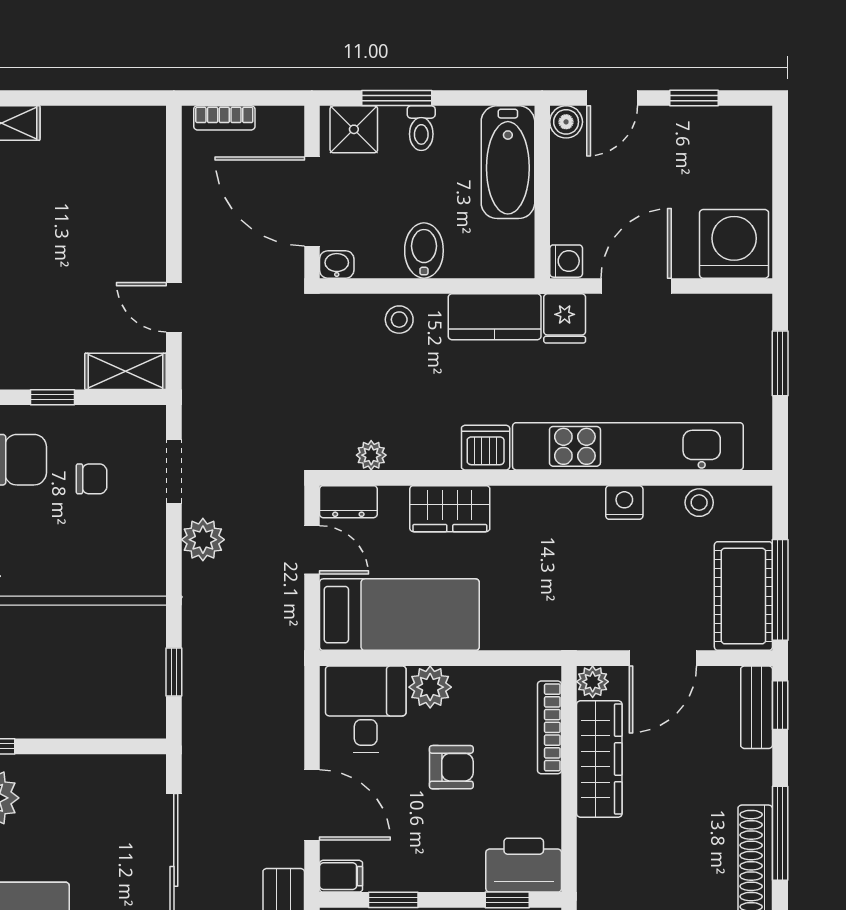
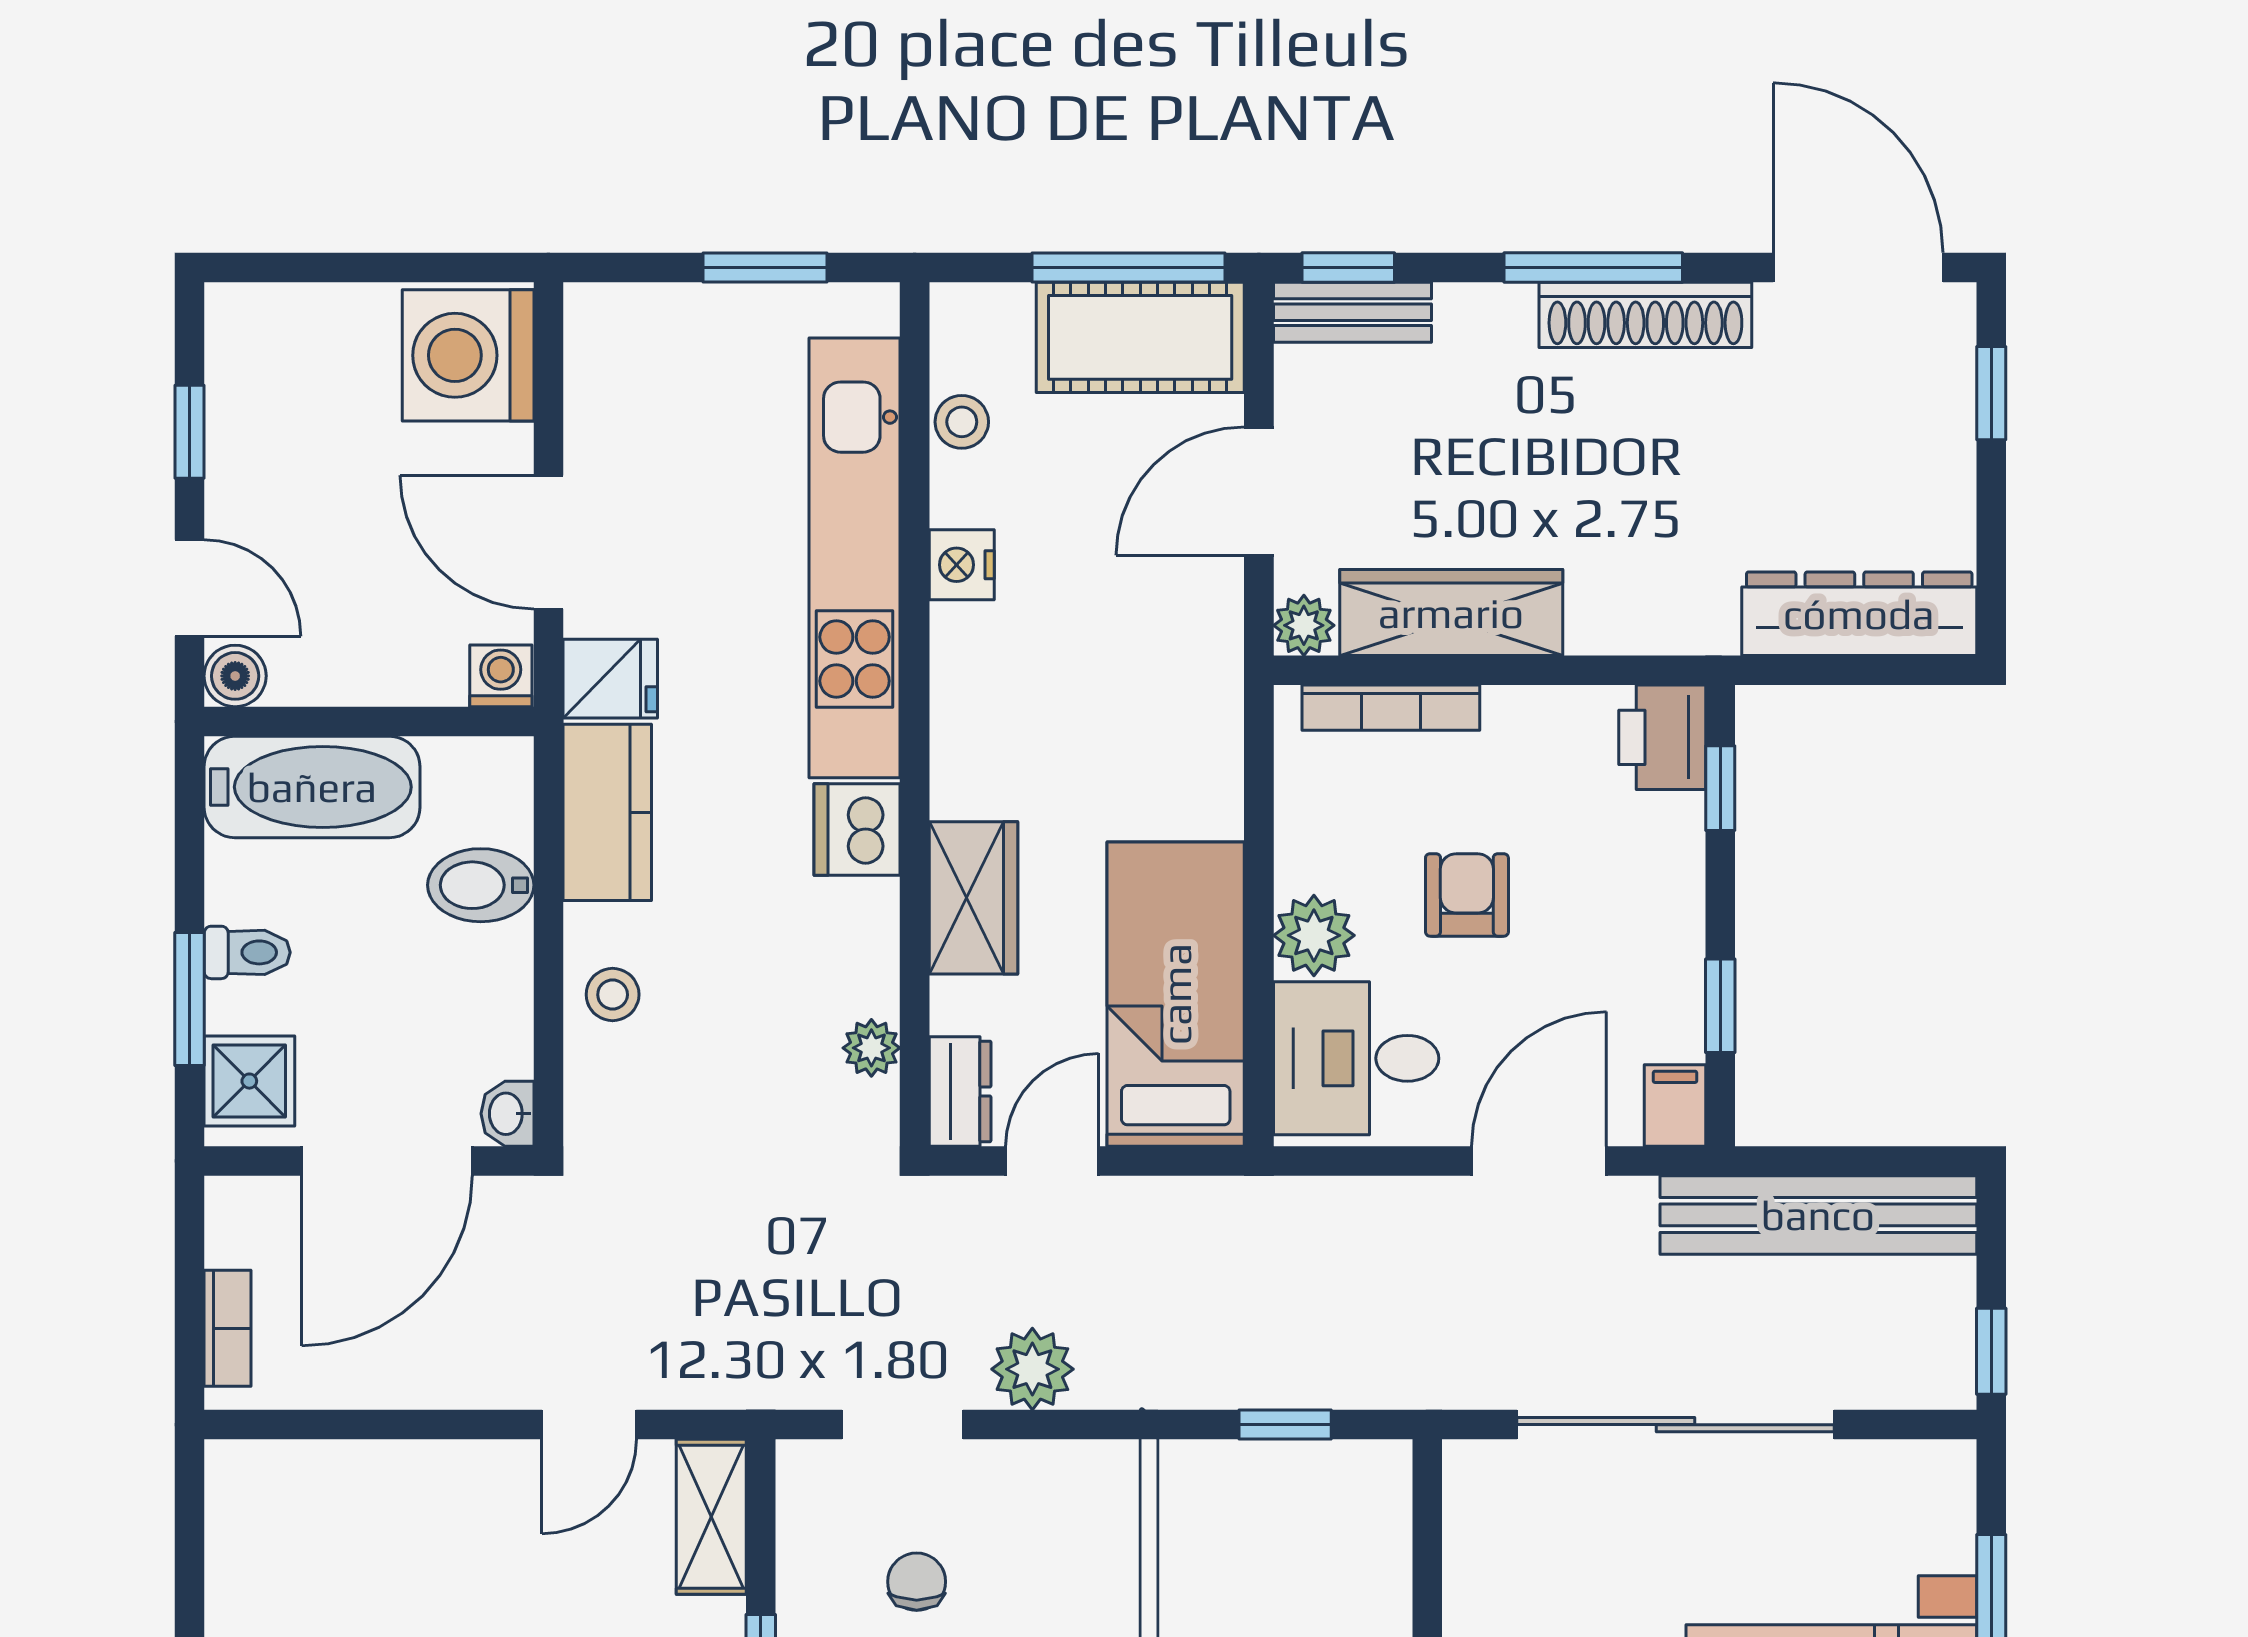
bidet: (424, 251) -> (481, 885), moved
window: (780, 363) -> (765, 267), moved
door: (663, 658) -> (1259, 491), swing flipped
printer: (524, 865) -> (1662, 737), width x0.73, depth x0.84

